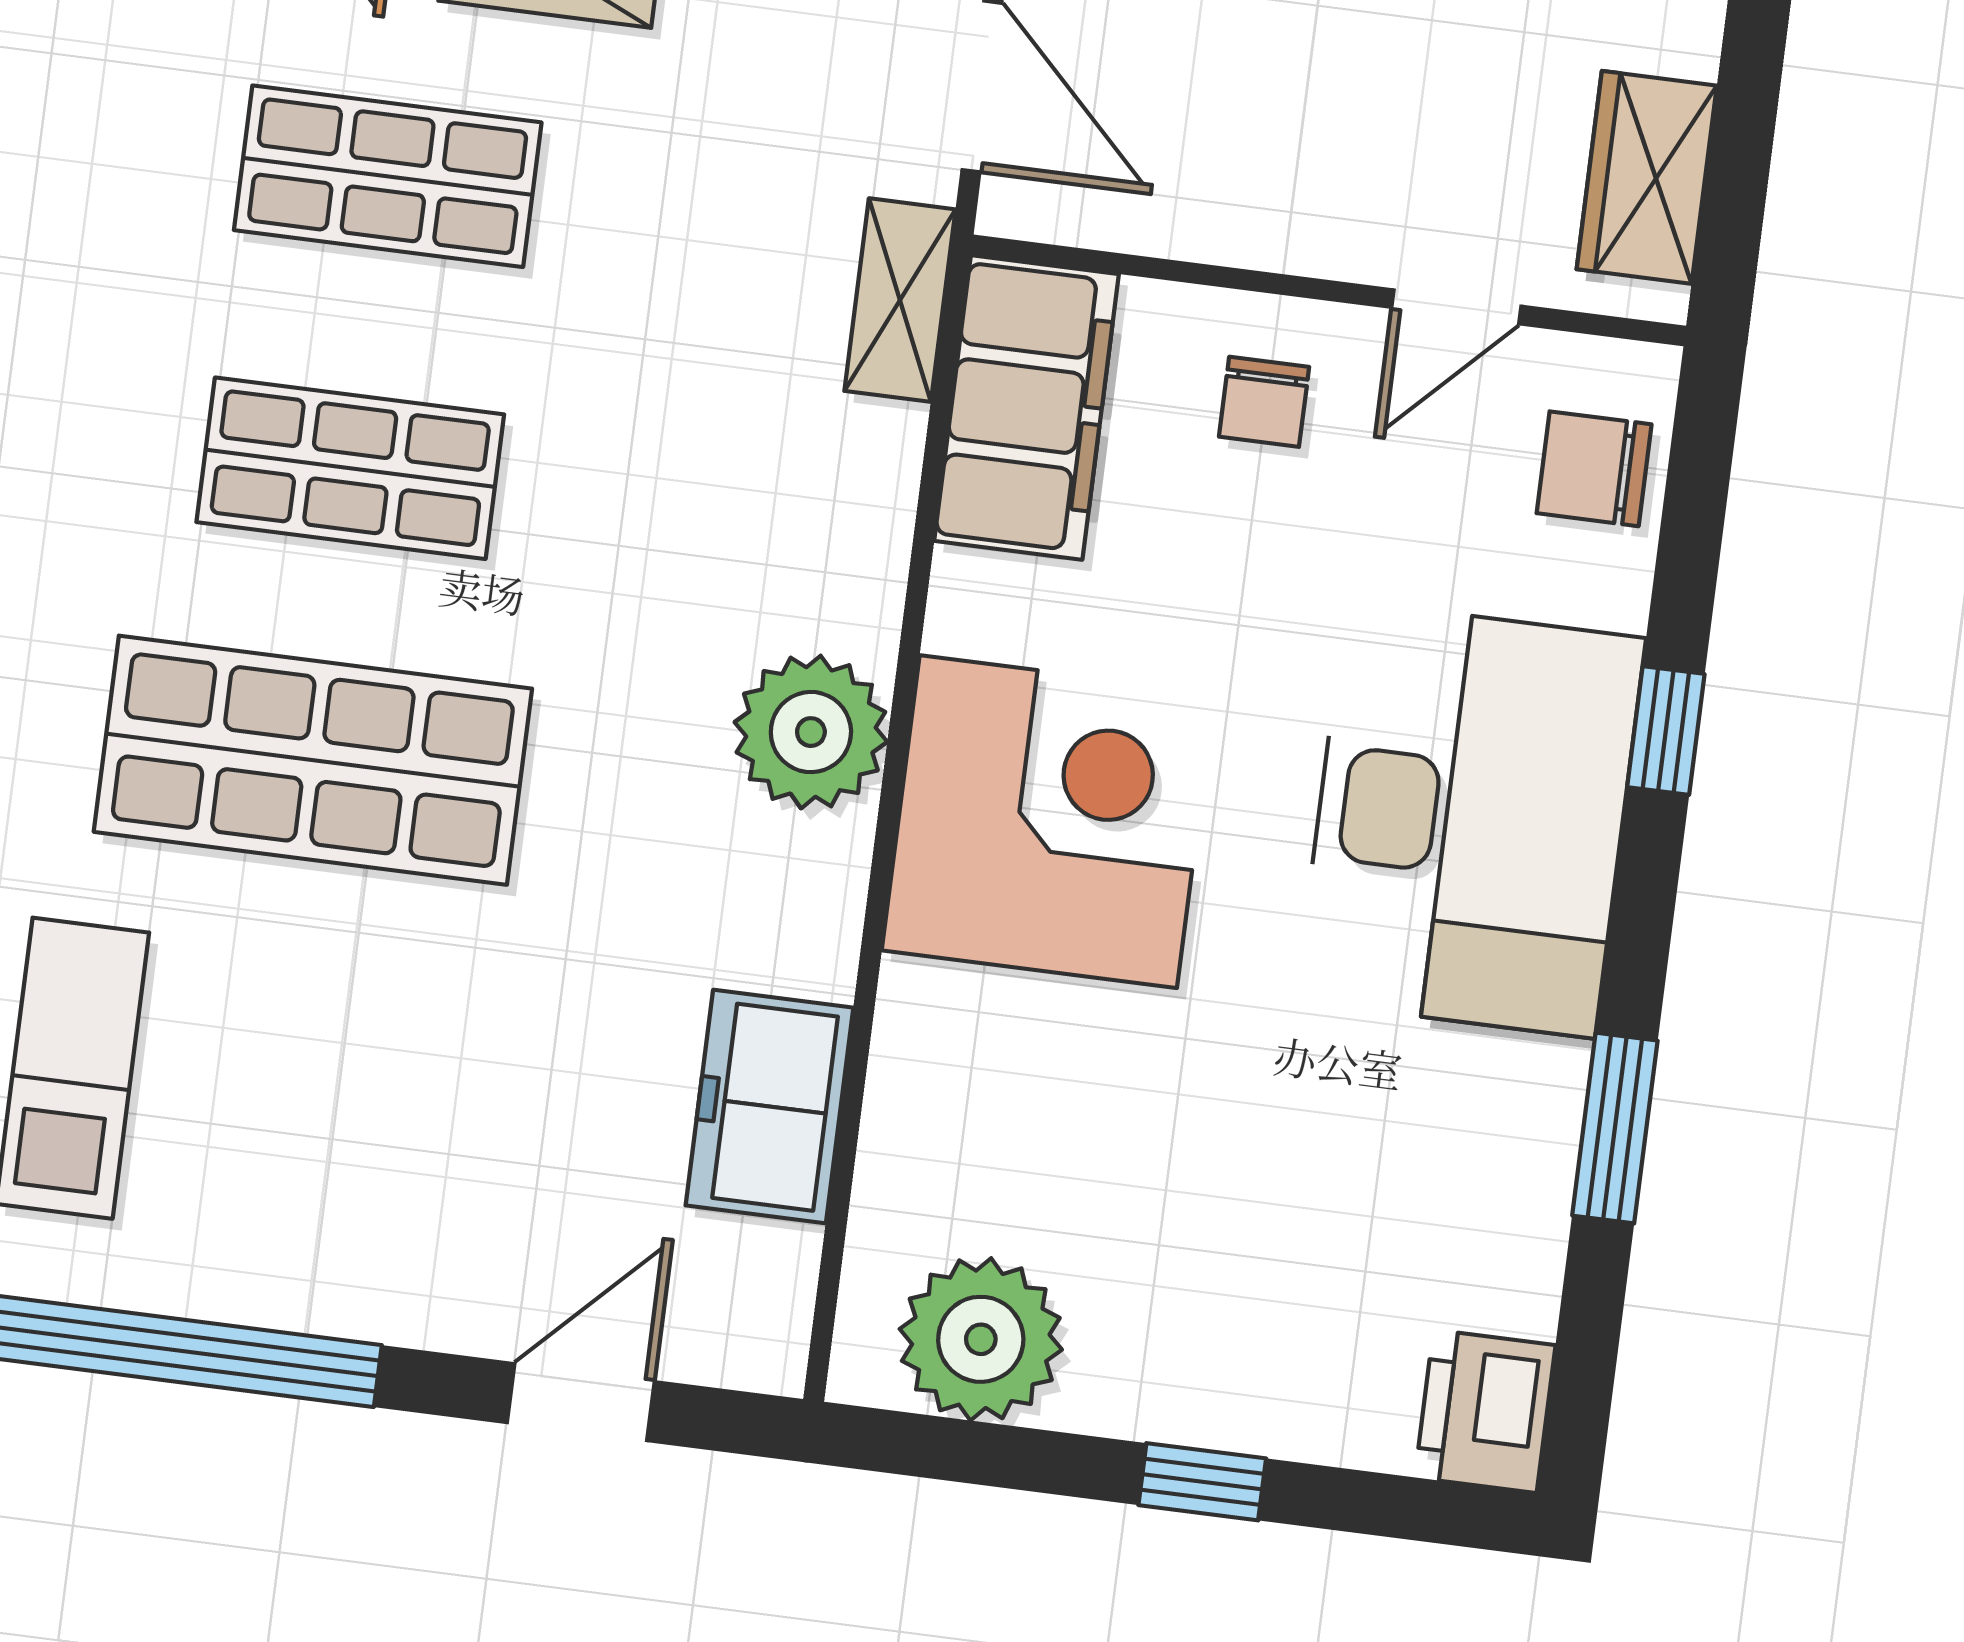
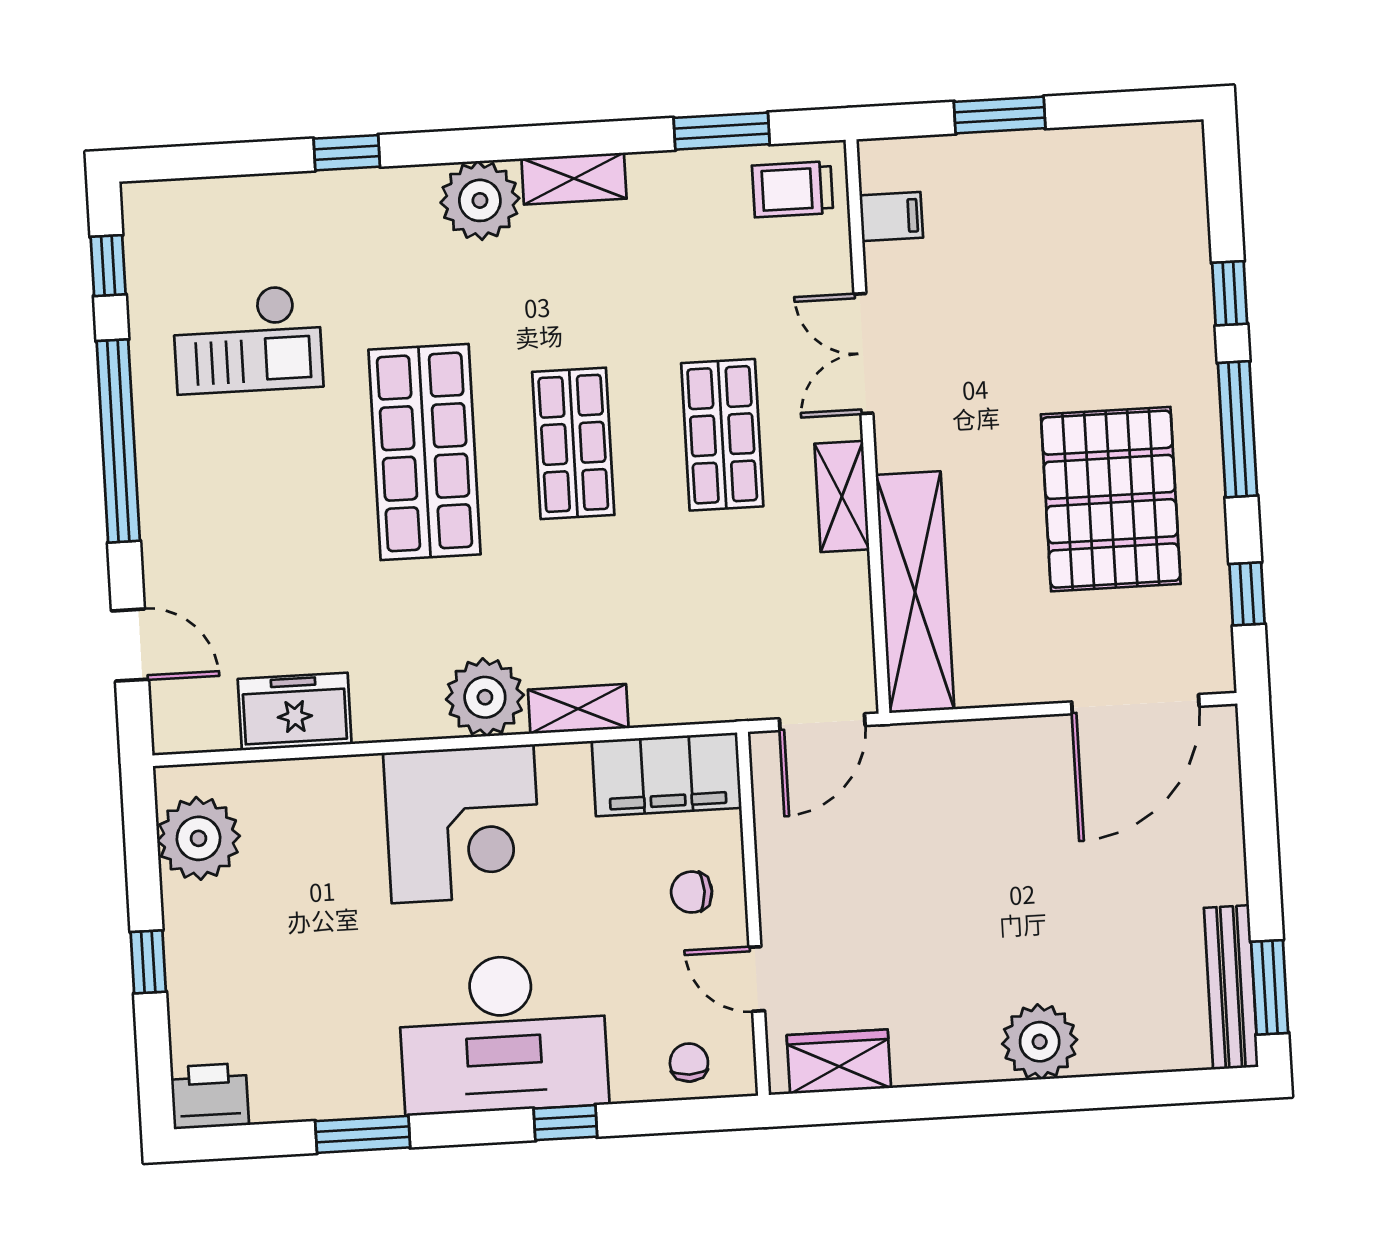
shelving: (900, 300) -> (578, 709), moved
chair: (1594, 469) -> (689, 1063), width x0.73, depth x0.73

